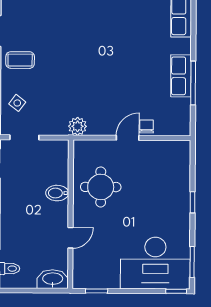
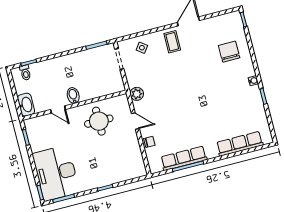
row of seats: (181, 76) -> (184, 158), width x1.48
door: (128, 138) -> (135, 121), moved
bidet: (57, 193) -> (73, 95), moved

